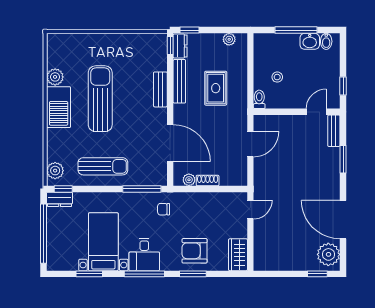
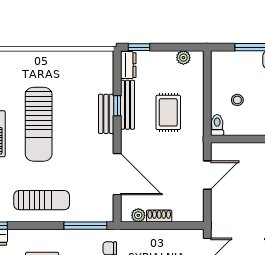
window: (170, 46) -> (117, 106), moved
sun lounger: (100, 99) -> (39, 124), turned 180

